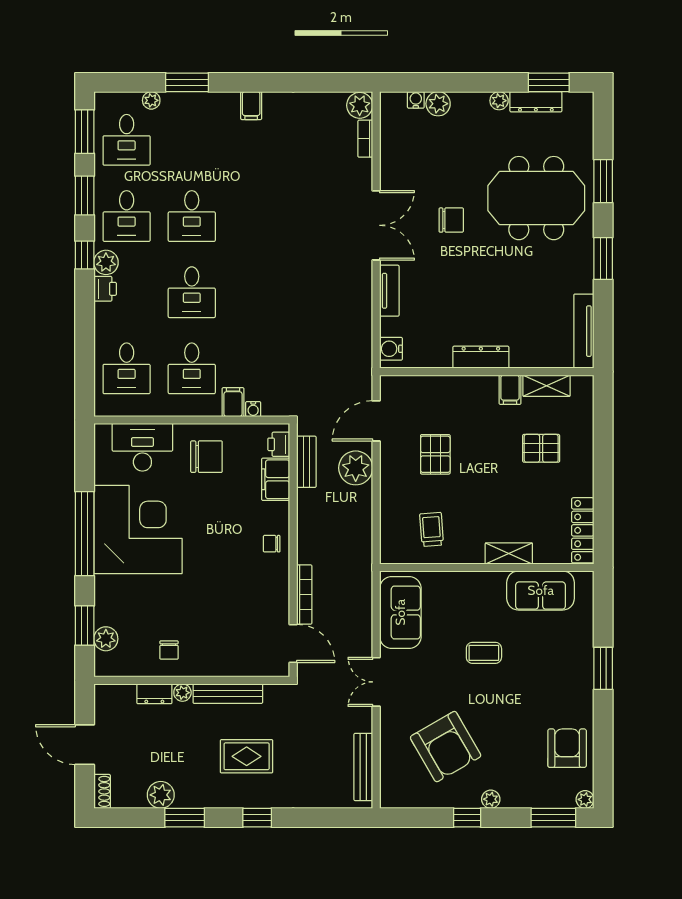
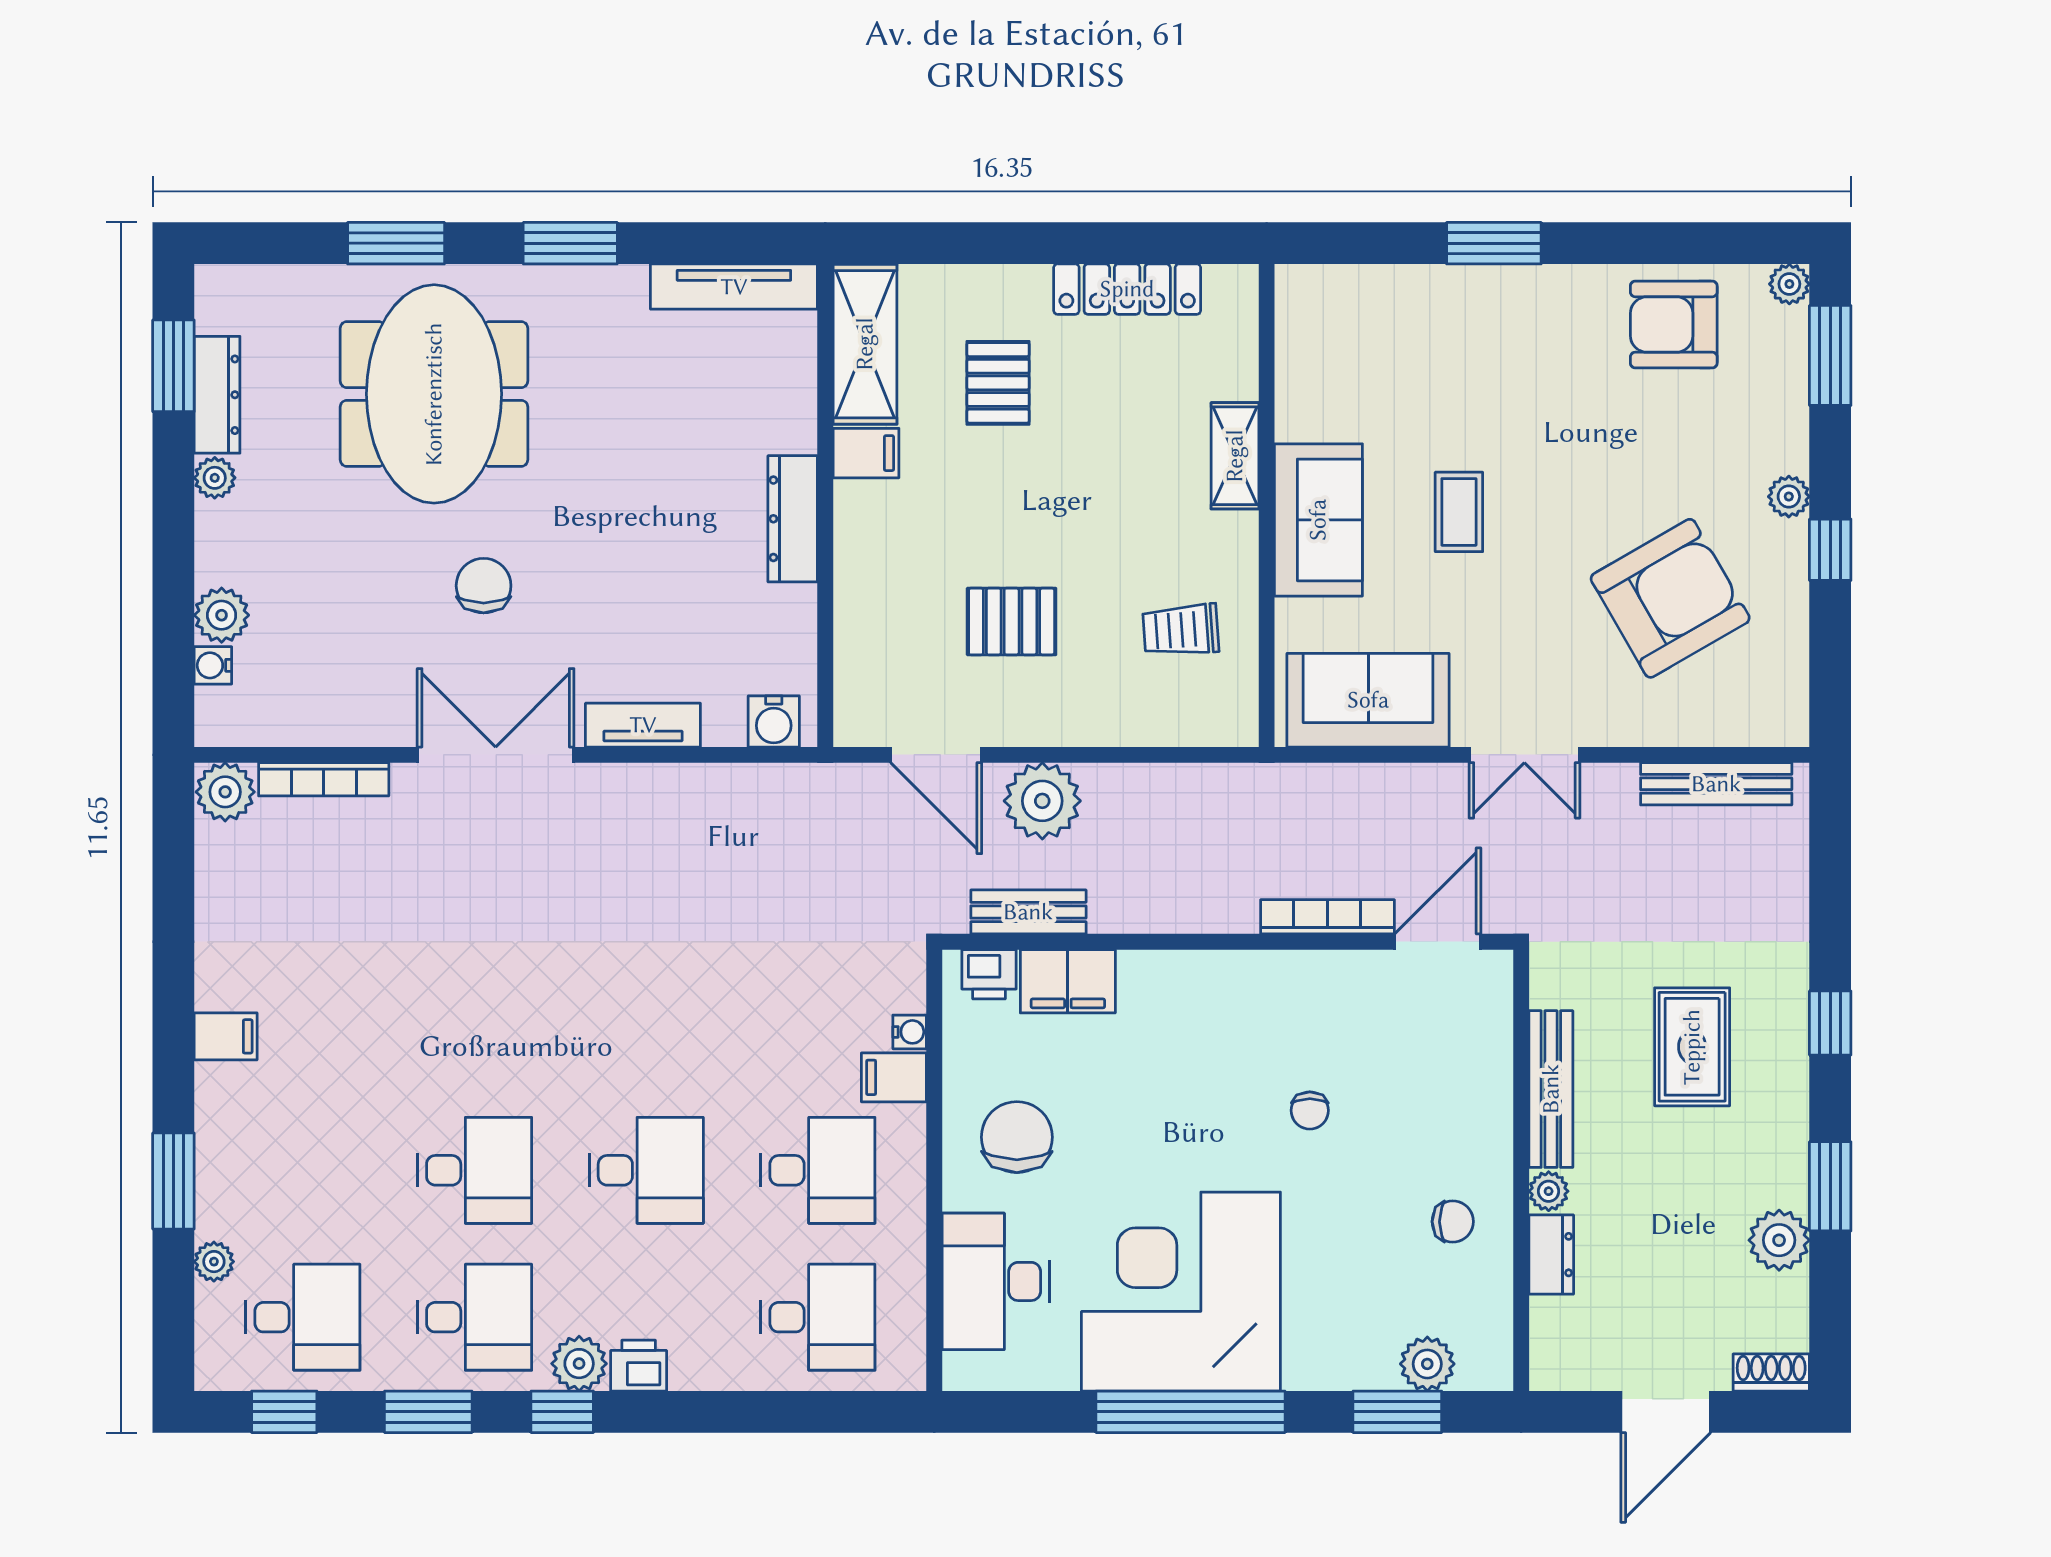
window: (85, 132) -> (284, 1412), width x0.67
bookcase: (365, 139) -> (324, 779), width x1.56
shelving: (546, 386) -> (865, 344), width x1.50, depth x1.33
locker: (583, 530) -> (1127, 289), moved
chair: (272, 544) -> (1310, 1110), moved
sofa: (541, 590) -> (1318, 520), moved

